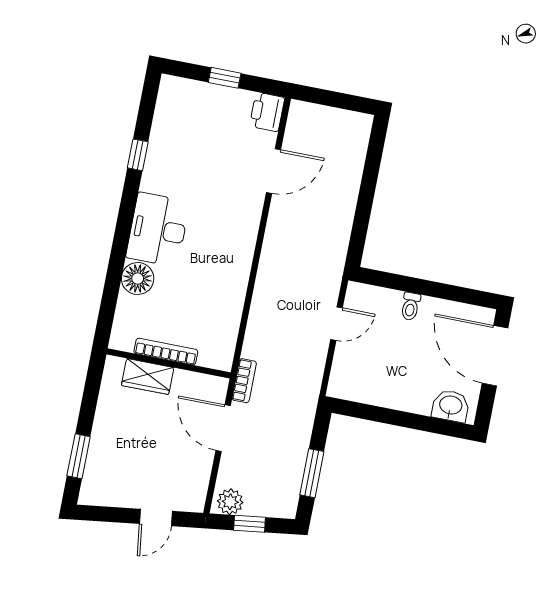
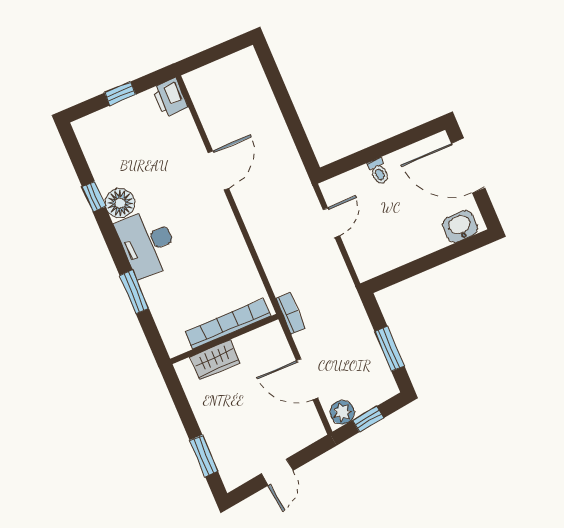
door: (273, 171) -> (218, 170), moved
window: (116, 266) -> (134, 292), added
floor lamp: (138, 279) -> (120, 203), moved
bookcase: (166, 352) -> (228, 324), width x1.48, depth x1.31
door: (223, 428) -> (307, 379), moved
door: (156, 517) -> (277, 472), moved

